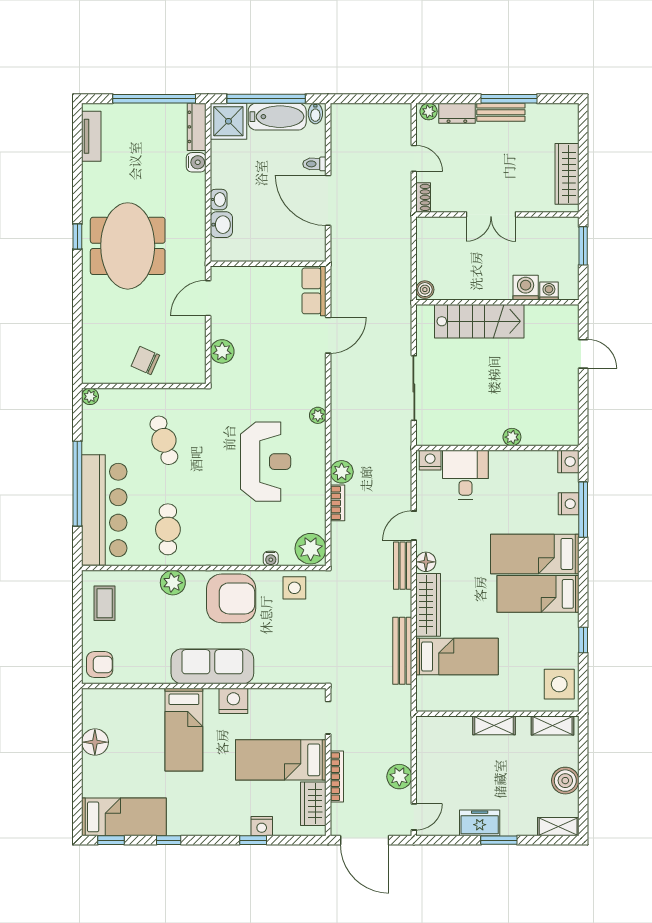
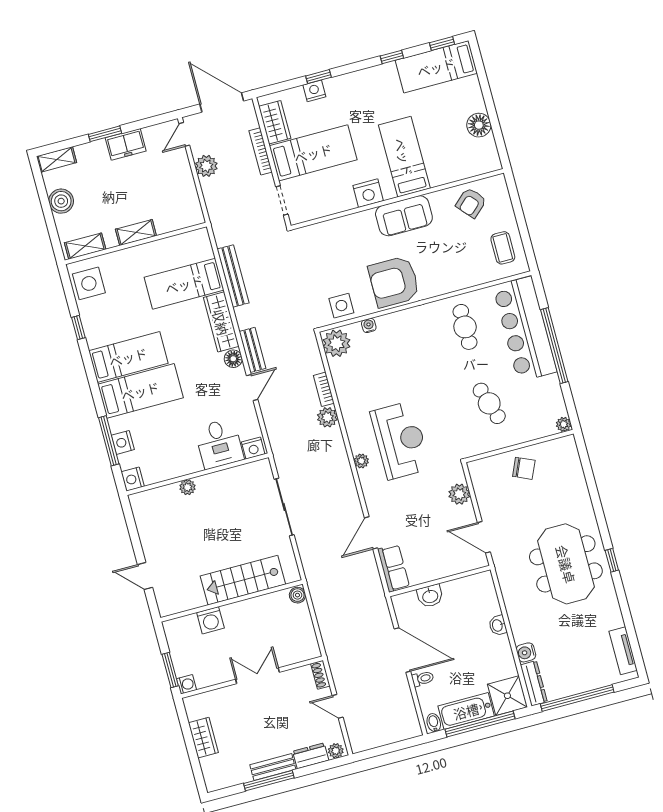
wardrobe: (567, 174) -> (203, 738), width x0.67
washbasin: (221, 225) -> (430, 596), moved, turned -90
washing machine: (549, 291) -> (186, 684), moved, turned -90
door: (208, 298) -> (484, 537), swing flipped
reception desk: (266, 462) -> (400, 440), moved, turned 180
plant: (173, 583) -> (448, 282), removed
armchair: (100, 664) -> (471, 203), moved, turned -42
sofa: (212, 666) -> (404, 216), width x0.73

